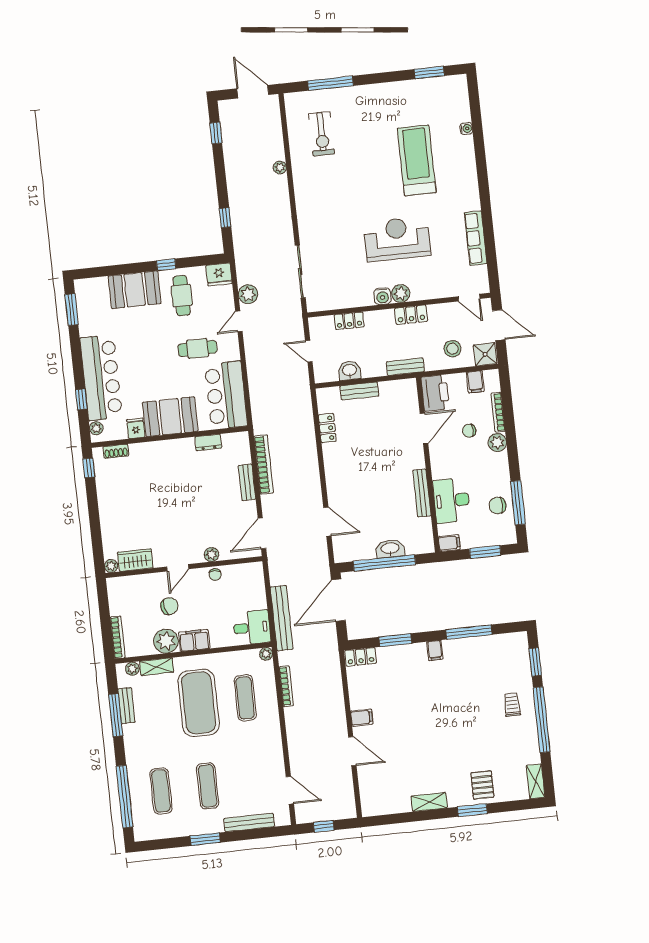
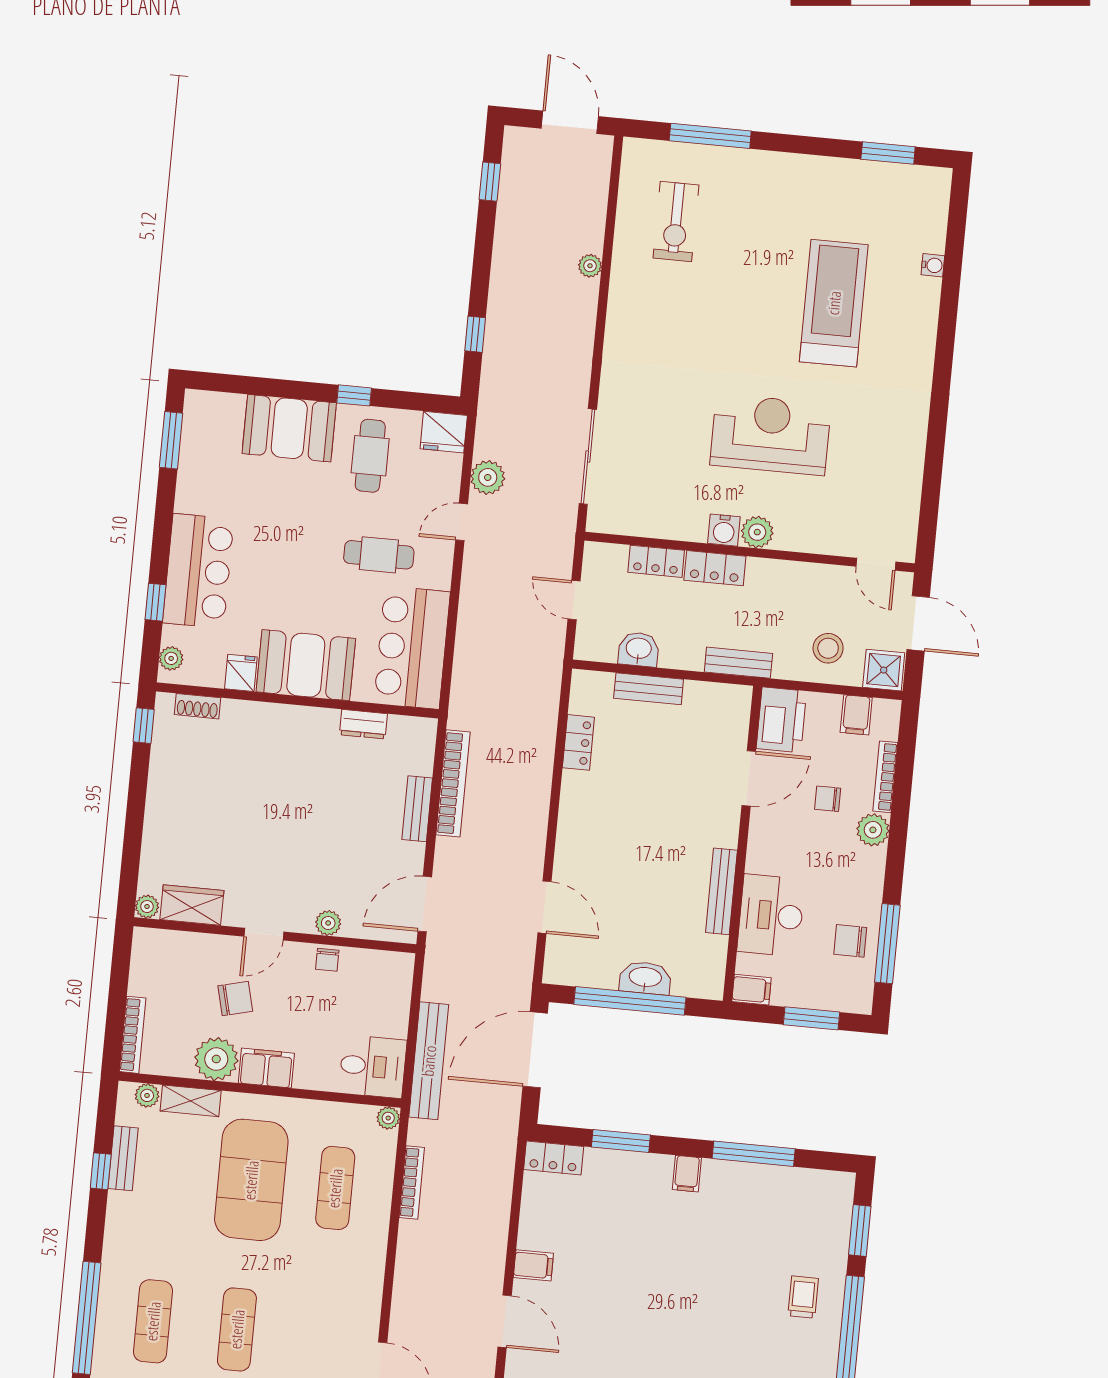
row of seats: (476, 238) -> (909, 462), removed
locker: (411, 315) -> (715, 568), moved
bar counter: (101, 378) -> (198, 571), width x0.73
window: (116, 715) -> (101, 1171), width x0.46

